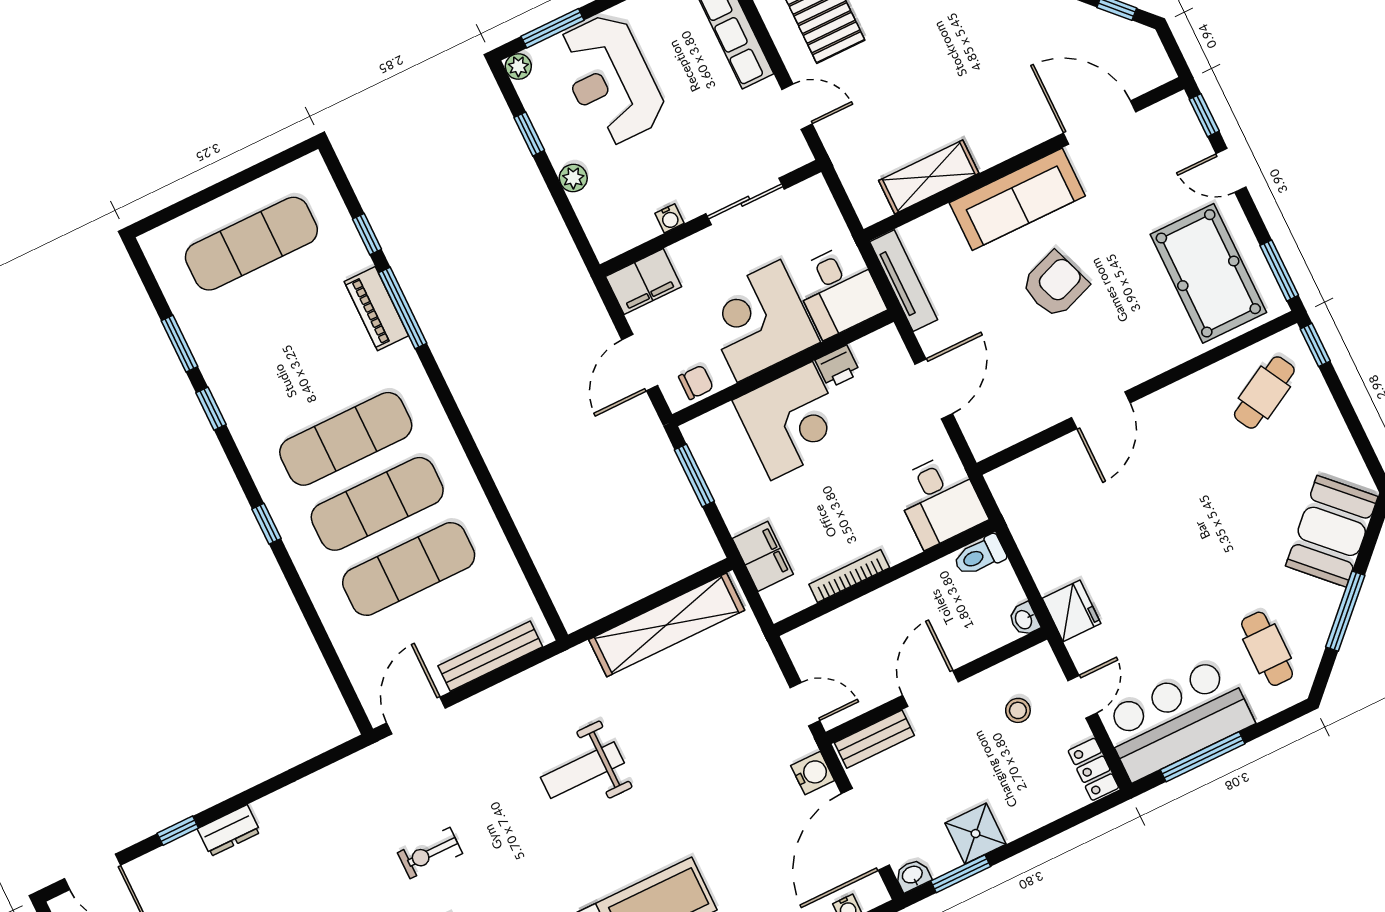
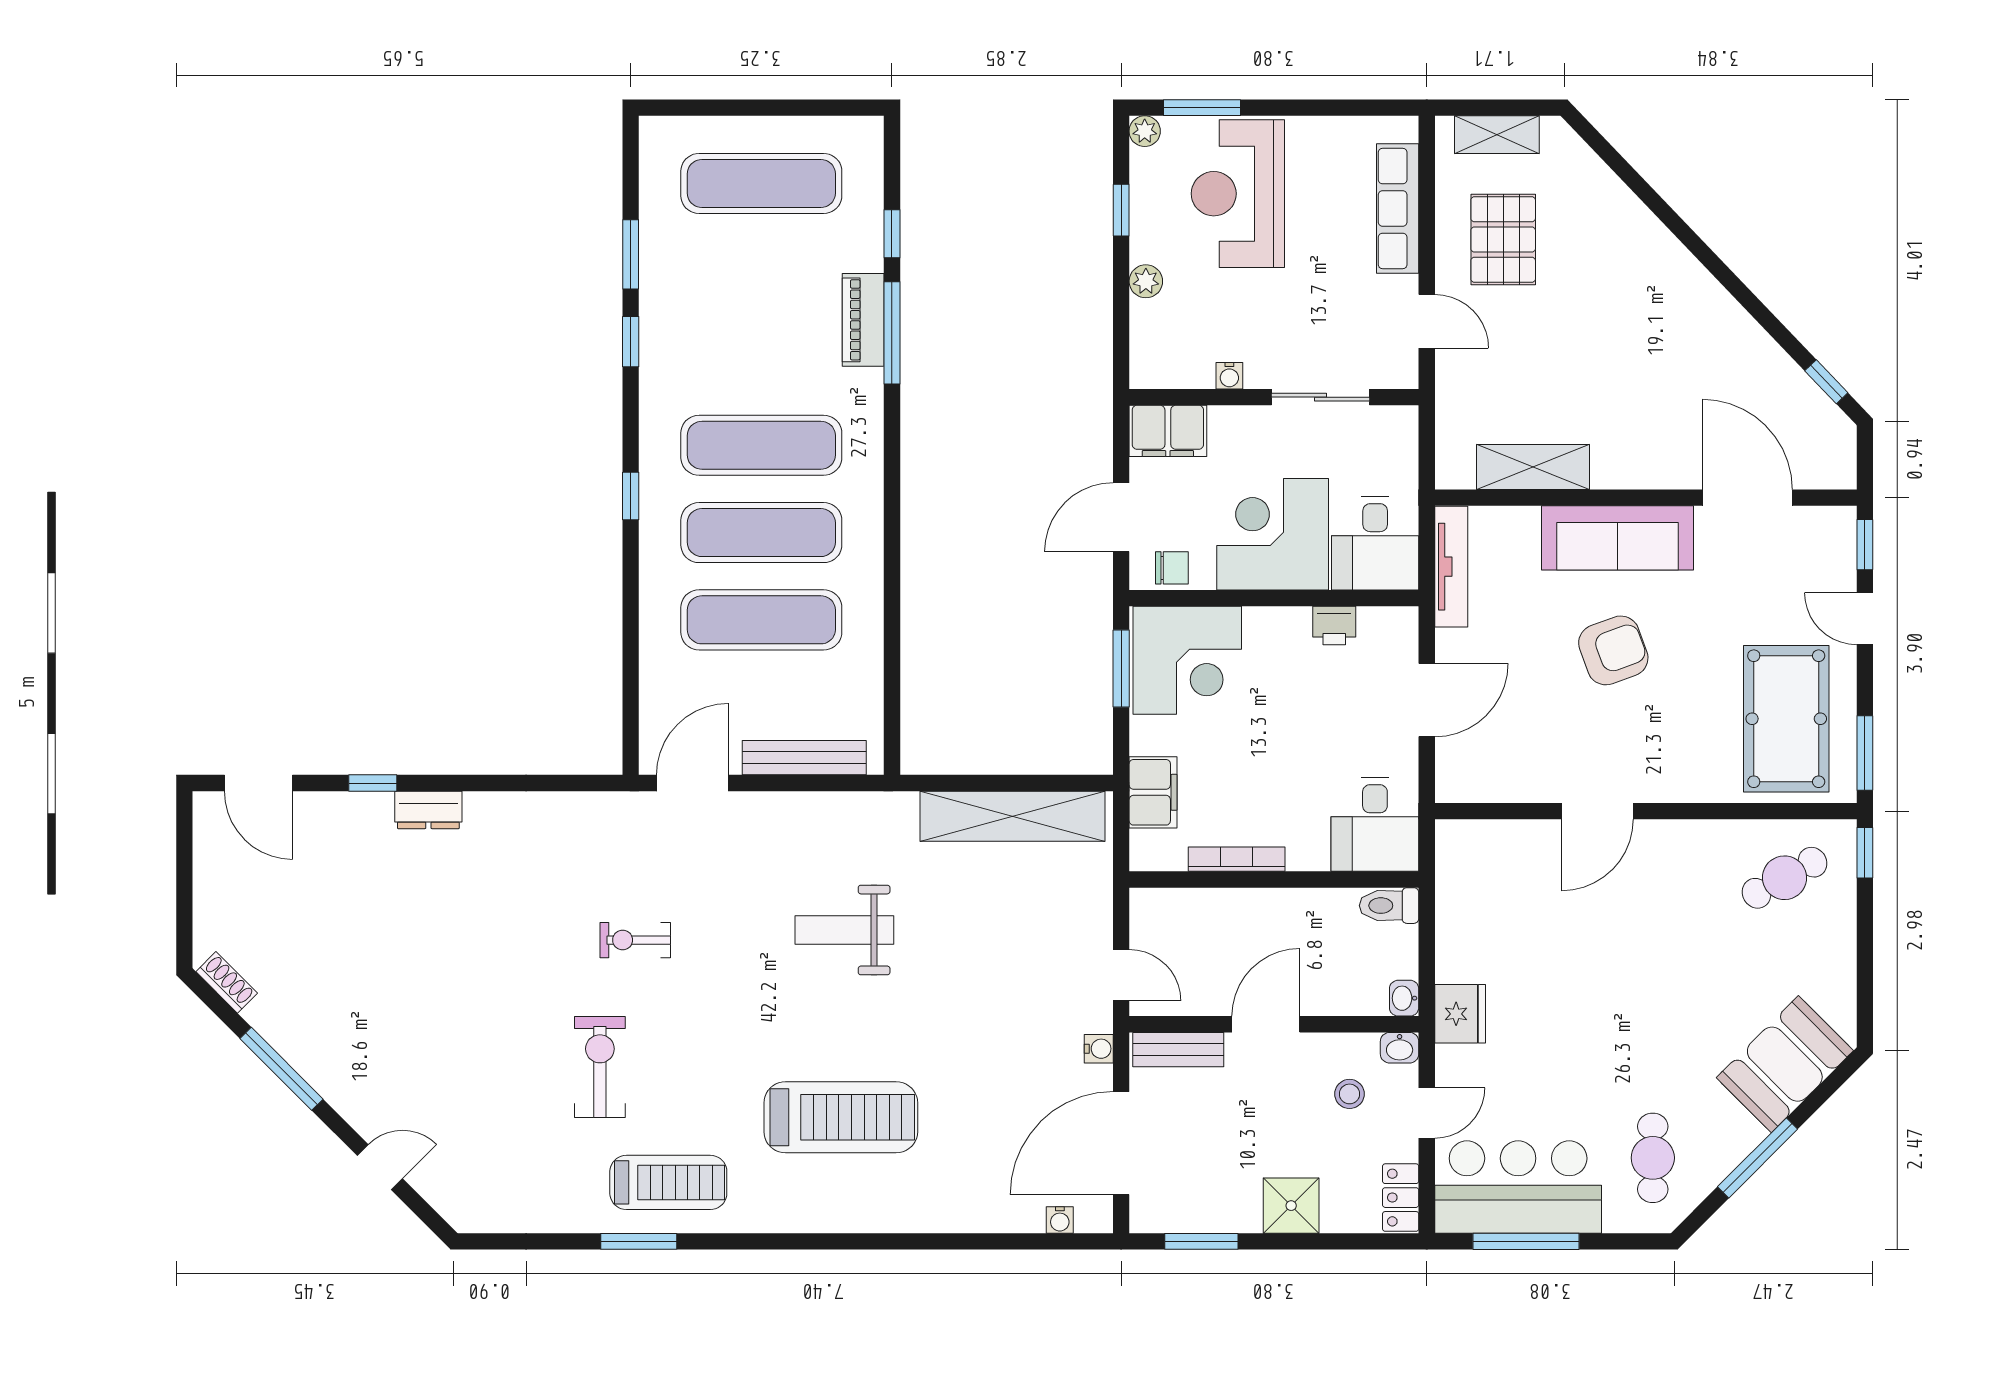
corner desk: (792, 421) -> (1187, 660), moved
water cooler: (813, 773) -> (1099, 1049), width x0.72, depth x0.72
shower: (976, 834) -> (1291, 1206), moved
washbasin: (913, 875) -> (1400, 1048), moved, turned 180

